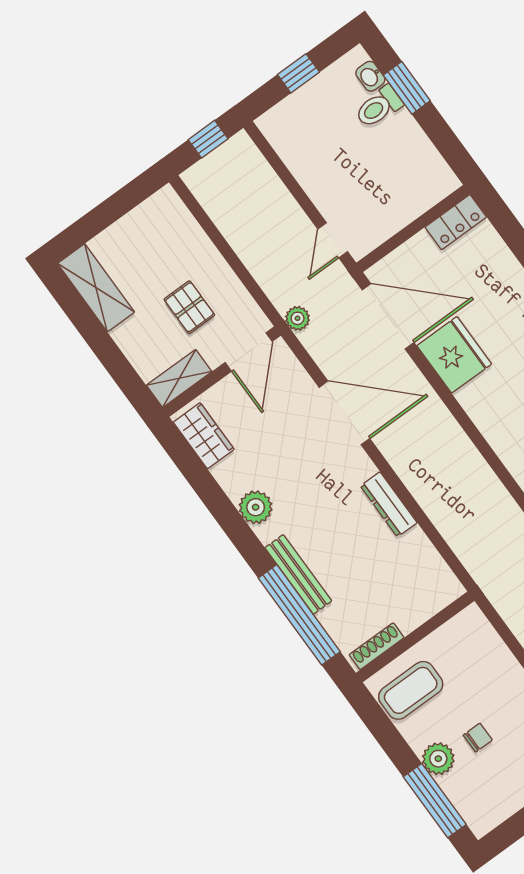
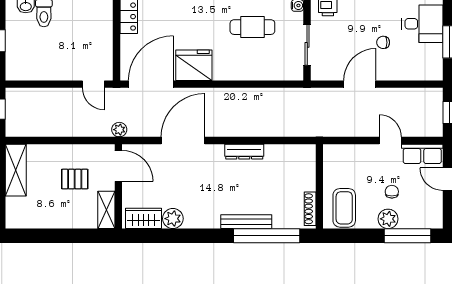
shelving: (96, 288) -> (16, 170), moved, turned 90
plant: (256, 507) -> (173, 219), moved

